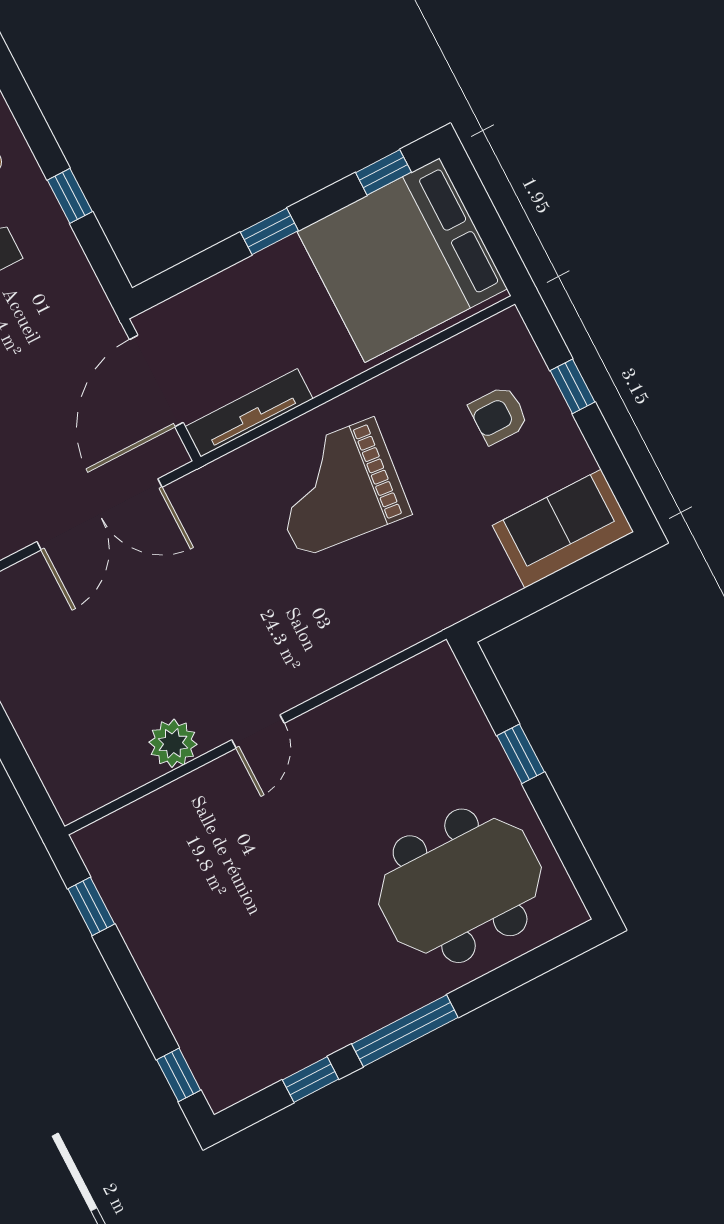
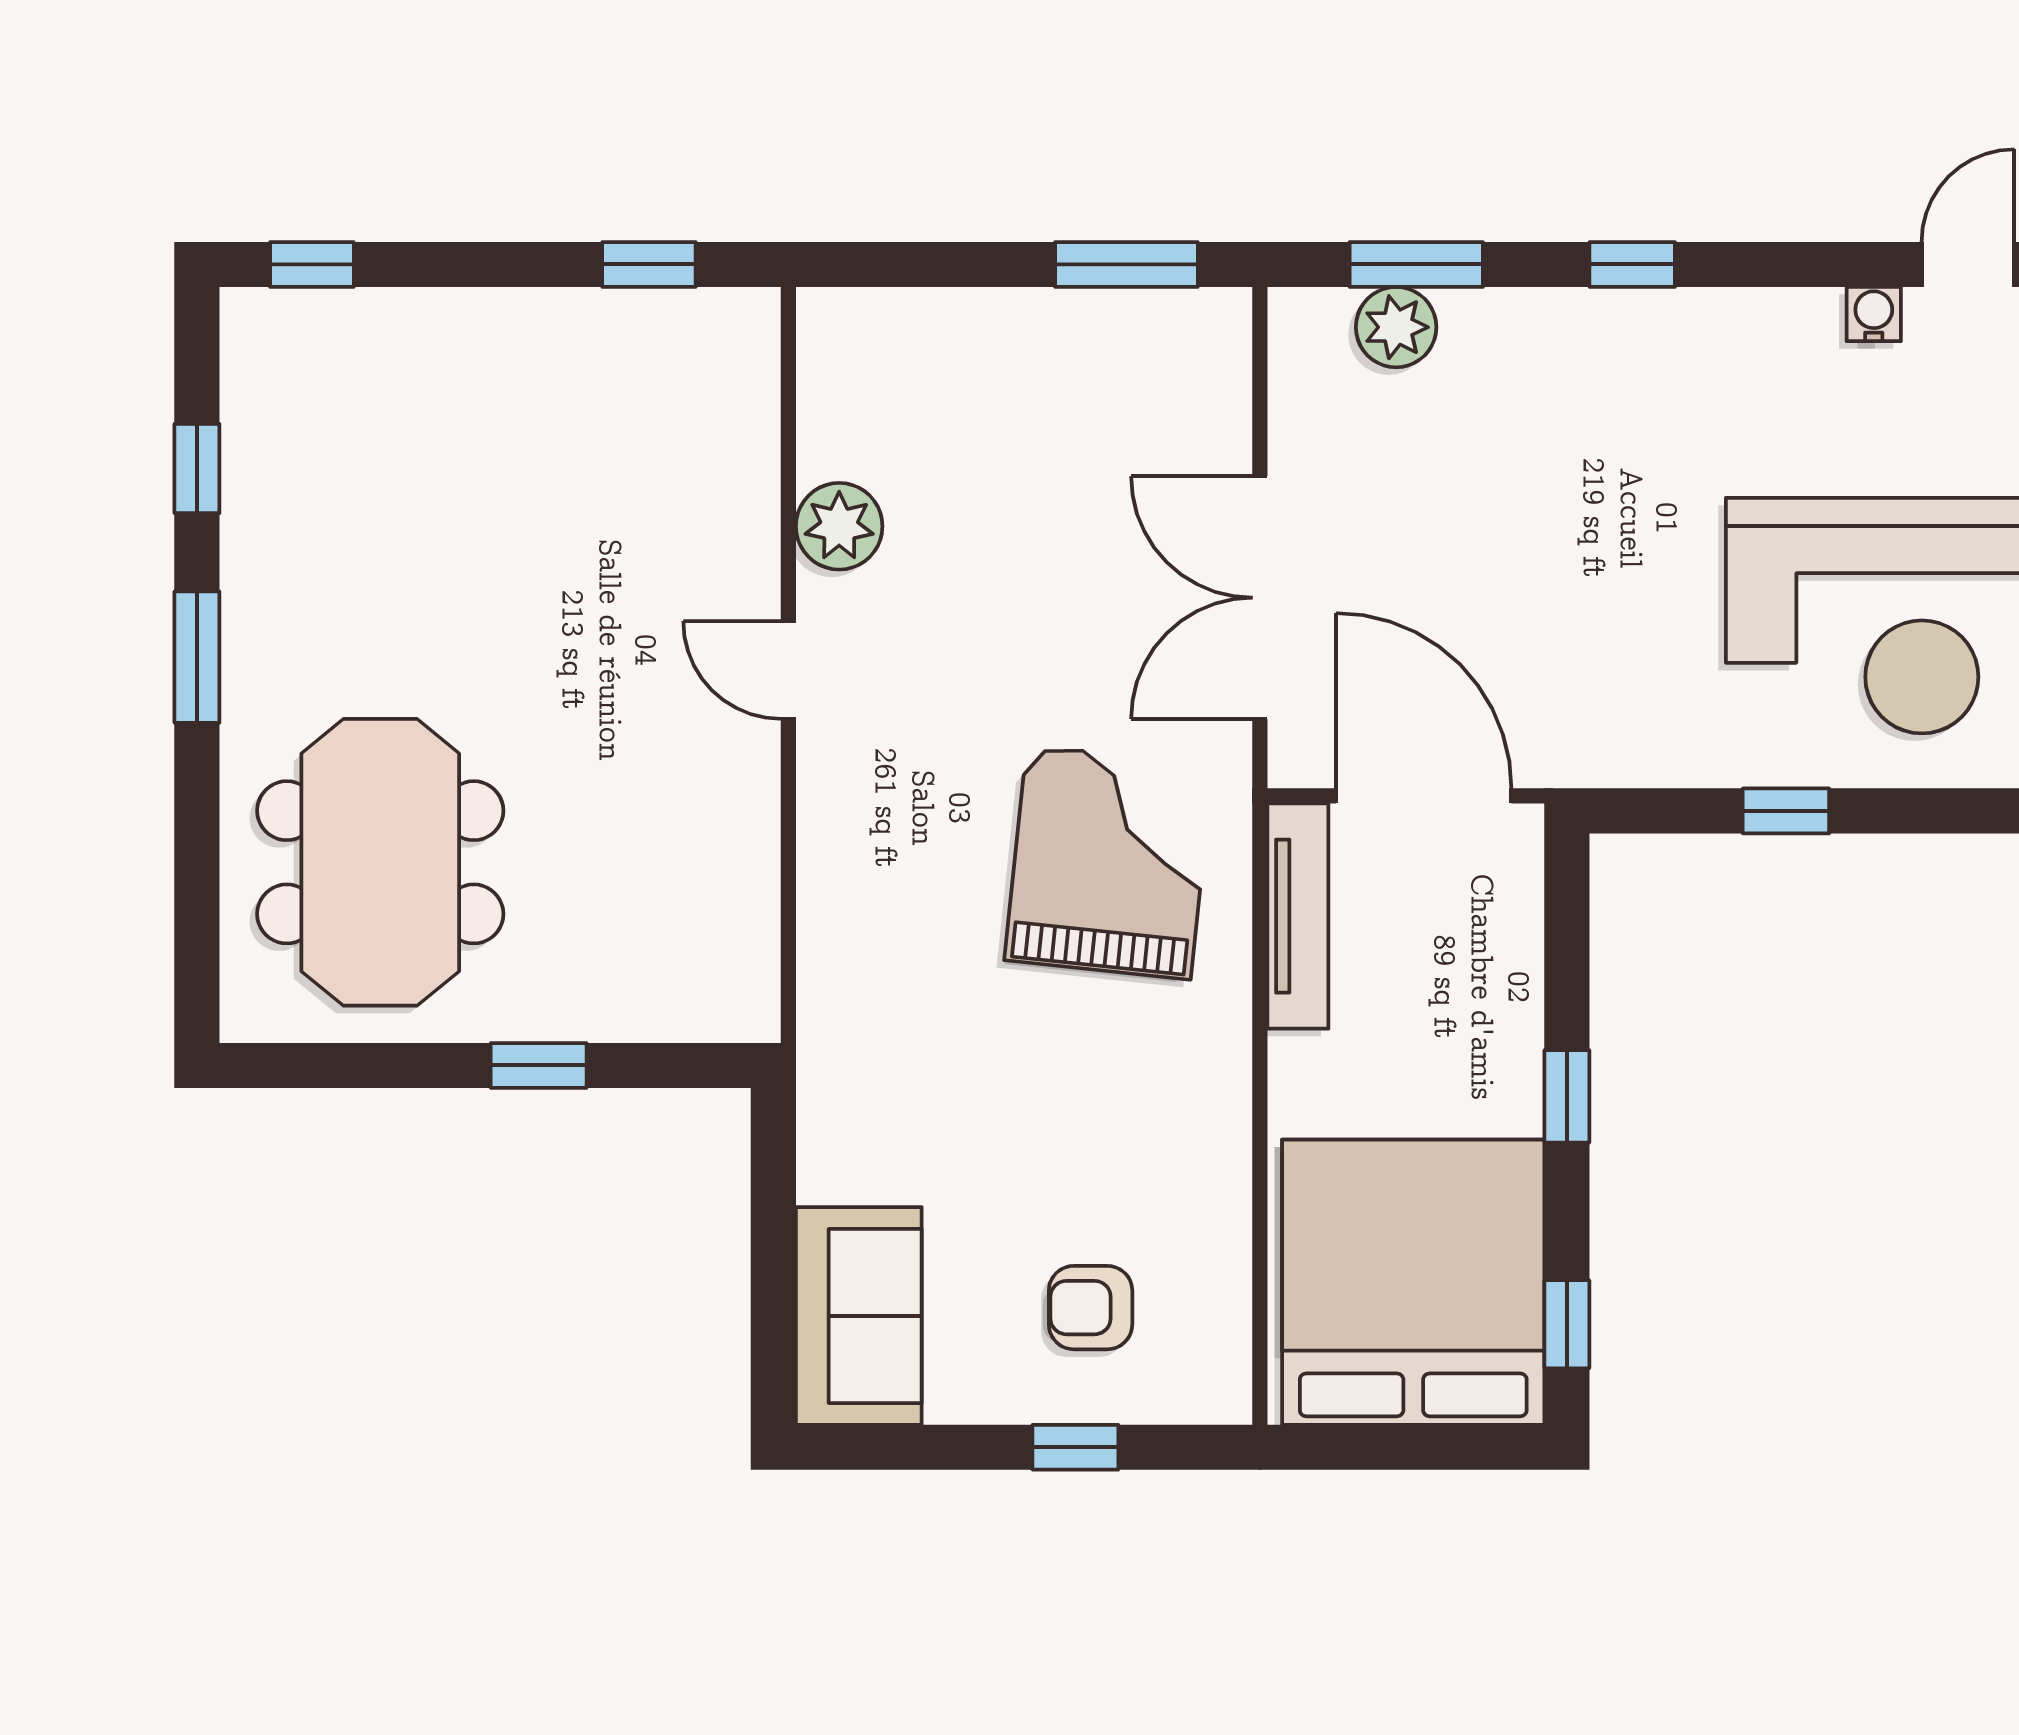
armchair: (499, 415) -> (1091, 1308), turned -90
grand piano: (337, 488) -> (1109, 862), moved
window: (405, 1031) -> (197, 657), width x0.69

